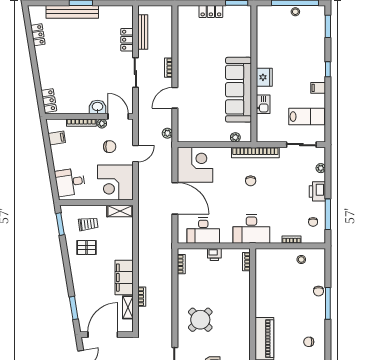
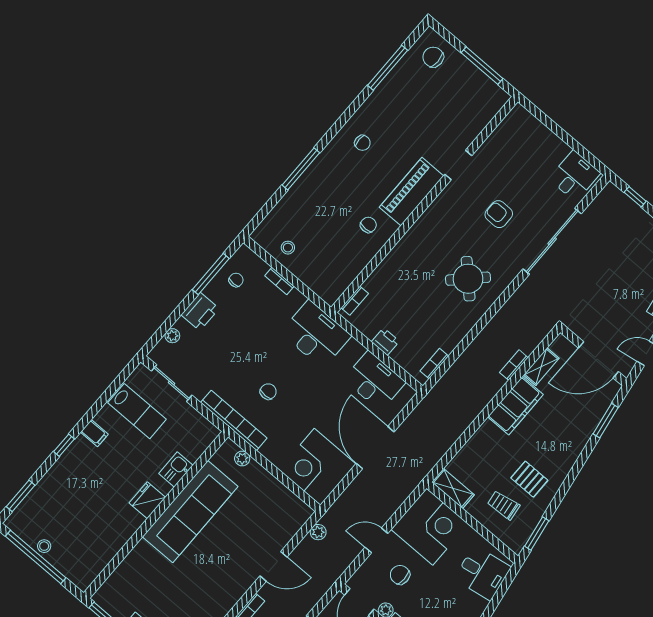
lab bench: (307, 117) -> (137, 411), turned 180
chair: (319, 291) -> (368, 225), moved

